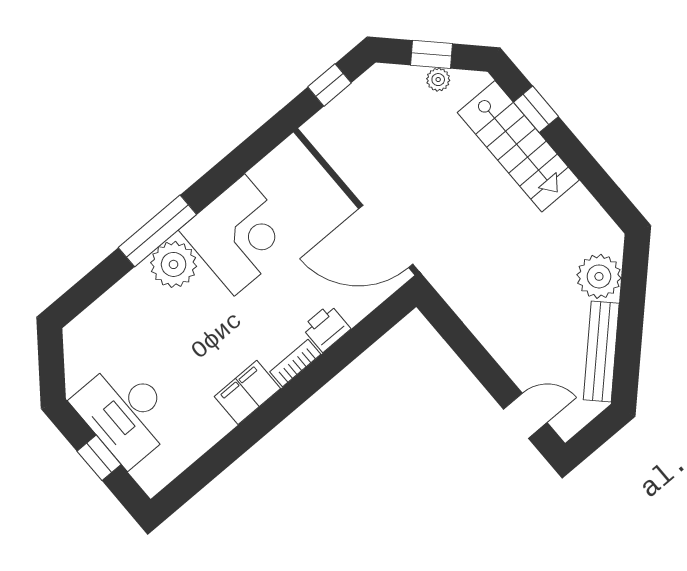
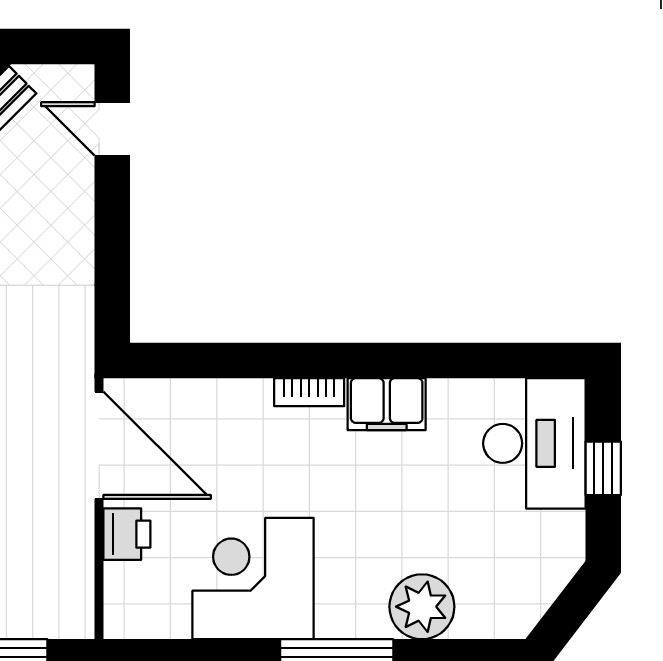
plant: (174, 264) -> (422, 607), moved
printer: (326, 328) -> (127, 534), moved, turned -90
desk: (125, 413) -> (534, 443), moved

